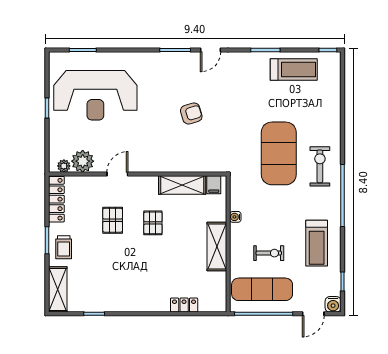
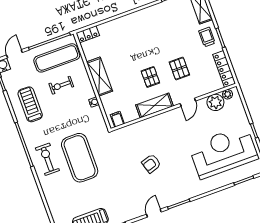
exercise bike: (320, 166) -> (47, 159), turned 180
shelving: (182, 185) -> (154, 106), moved
locker: (184, 305) -> (88, 34), moved

